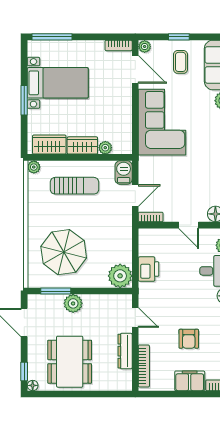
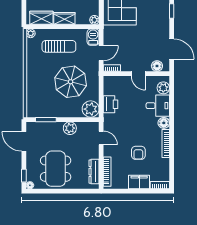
plant: (105, 148) -> (94, 20), moved
parasol: (64, 252) -> (71, 82), moved
plant: (73, 303) -> (70, 128), moved
dresser: (125, 351) -> (94, 172), moved

